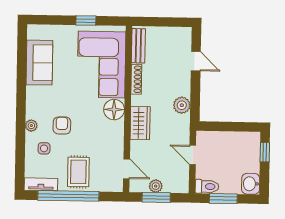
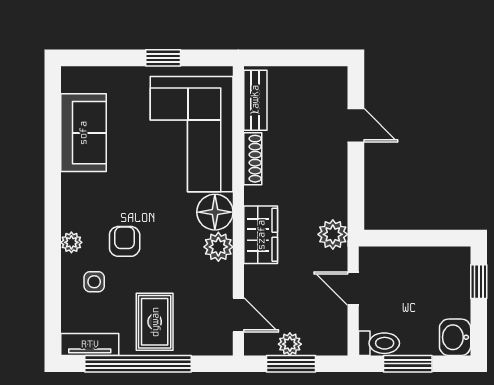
plant: (182, 105) -> (333, 234), moved
plant: (116, 130) -> (218, 247), added

